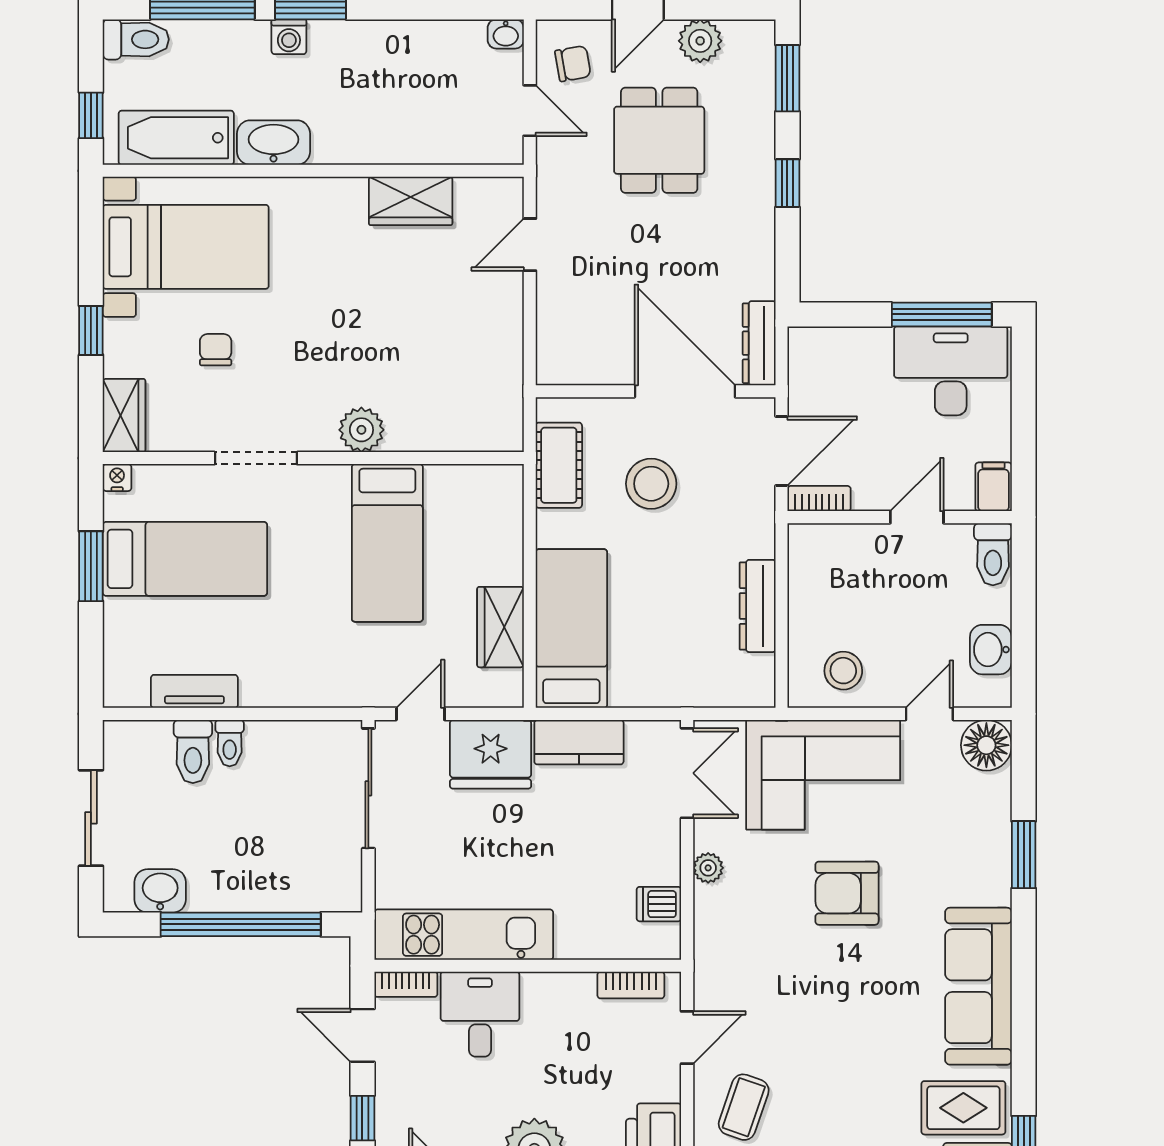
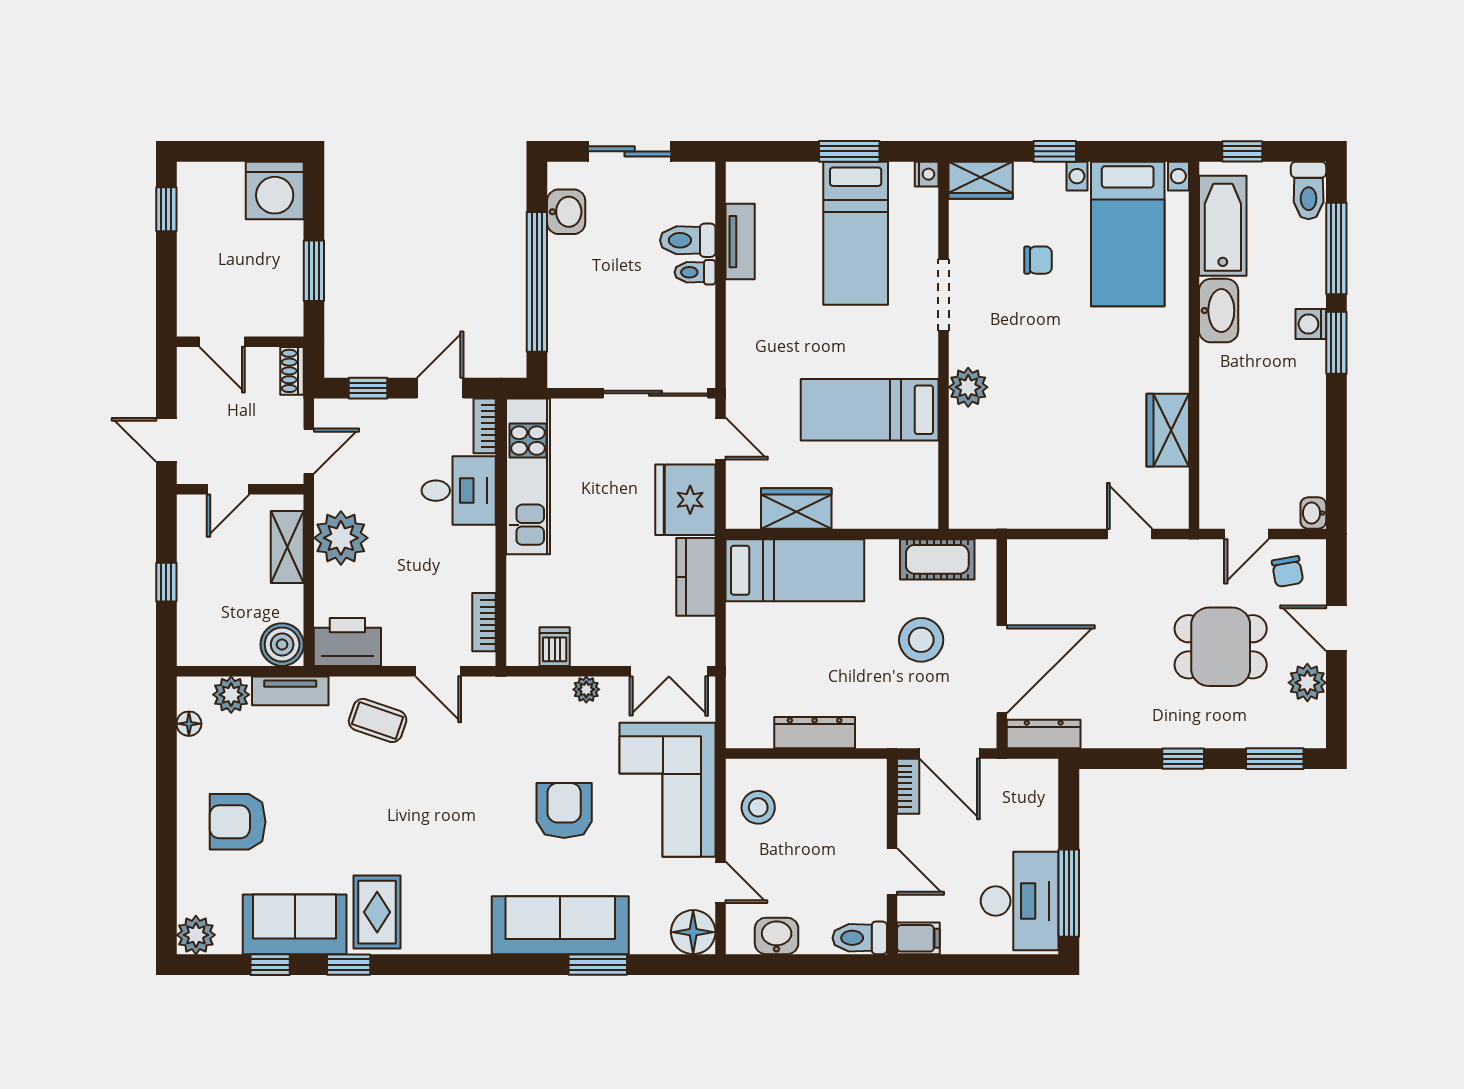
sofa: (978, 986) -> (560, 925), moved

